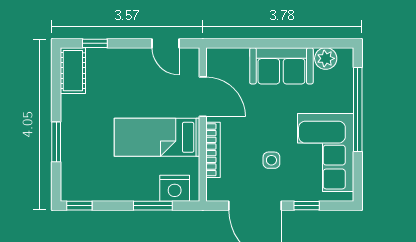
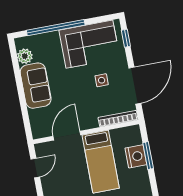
bookcase: (213, 150) -> (118, 119), moved
nightstand: (175, 188) -> (136, 156), moved
window: (307, 206) -> (126, 38), moved

